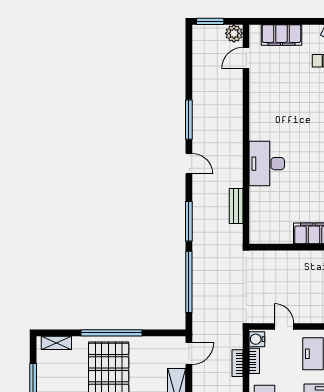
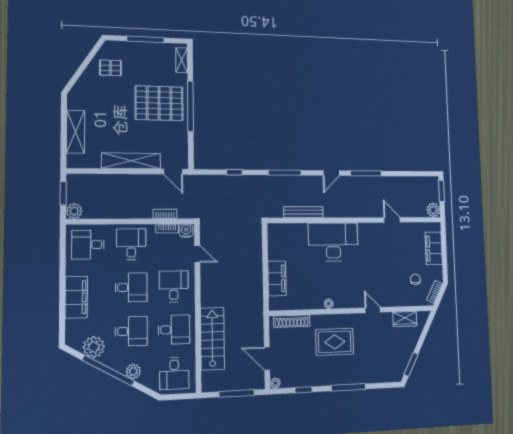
door: (246, 58) -> (392, 220), moved
desk: (267, 164) -> (333, 242), width x1.36, depth x1.30
bench: (236, 206) -> (303, 212), width x1.36
window: (189, 282) -> (234, 172), width x0.32
door: (284, 327) -> (197, 254), hinge flipped

